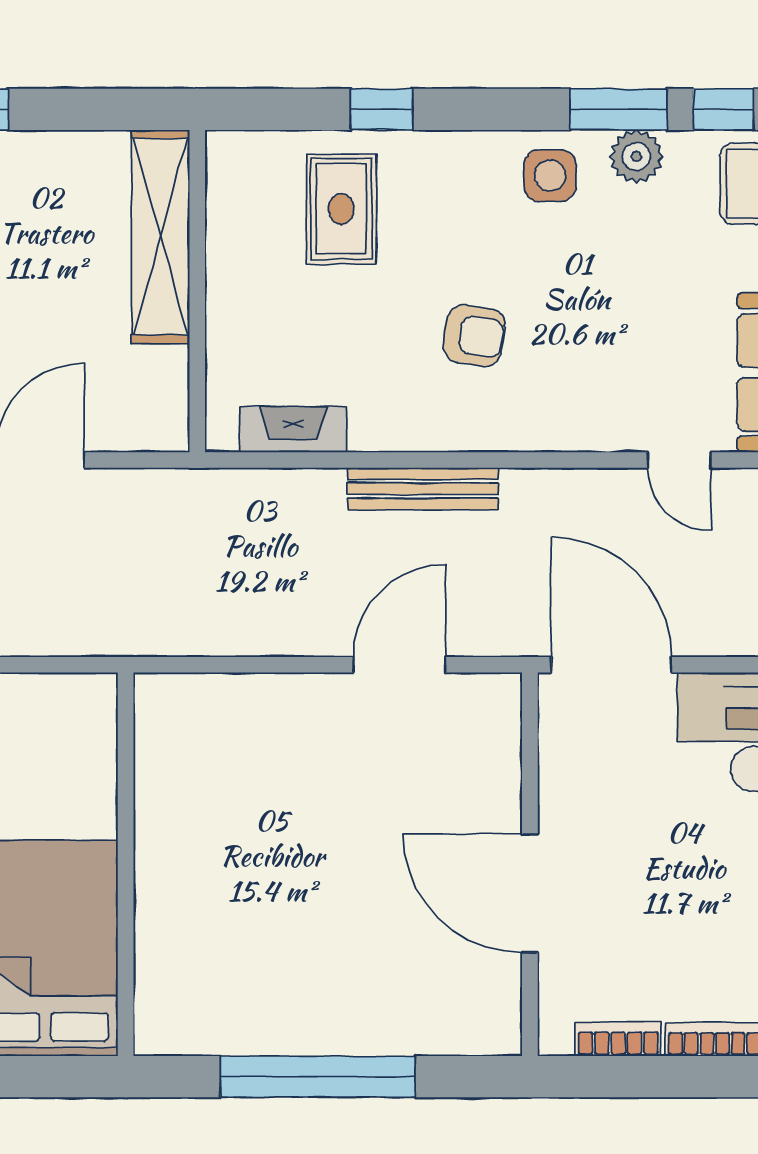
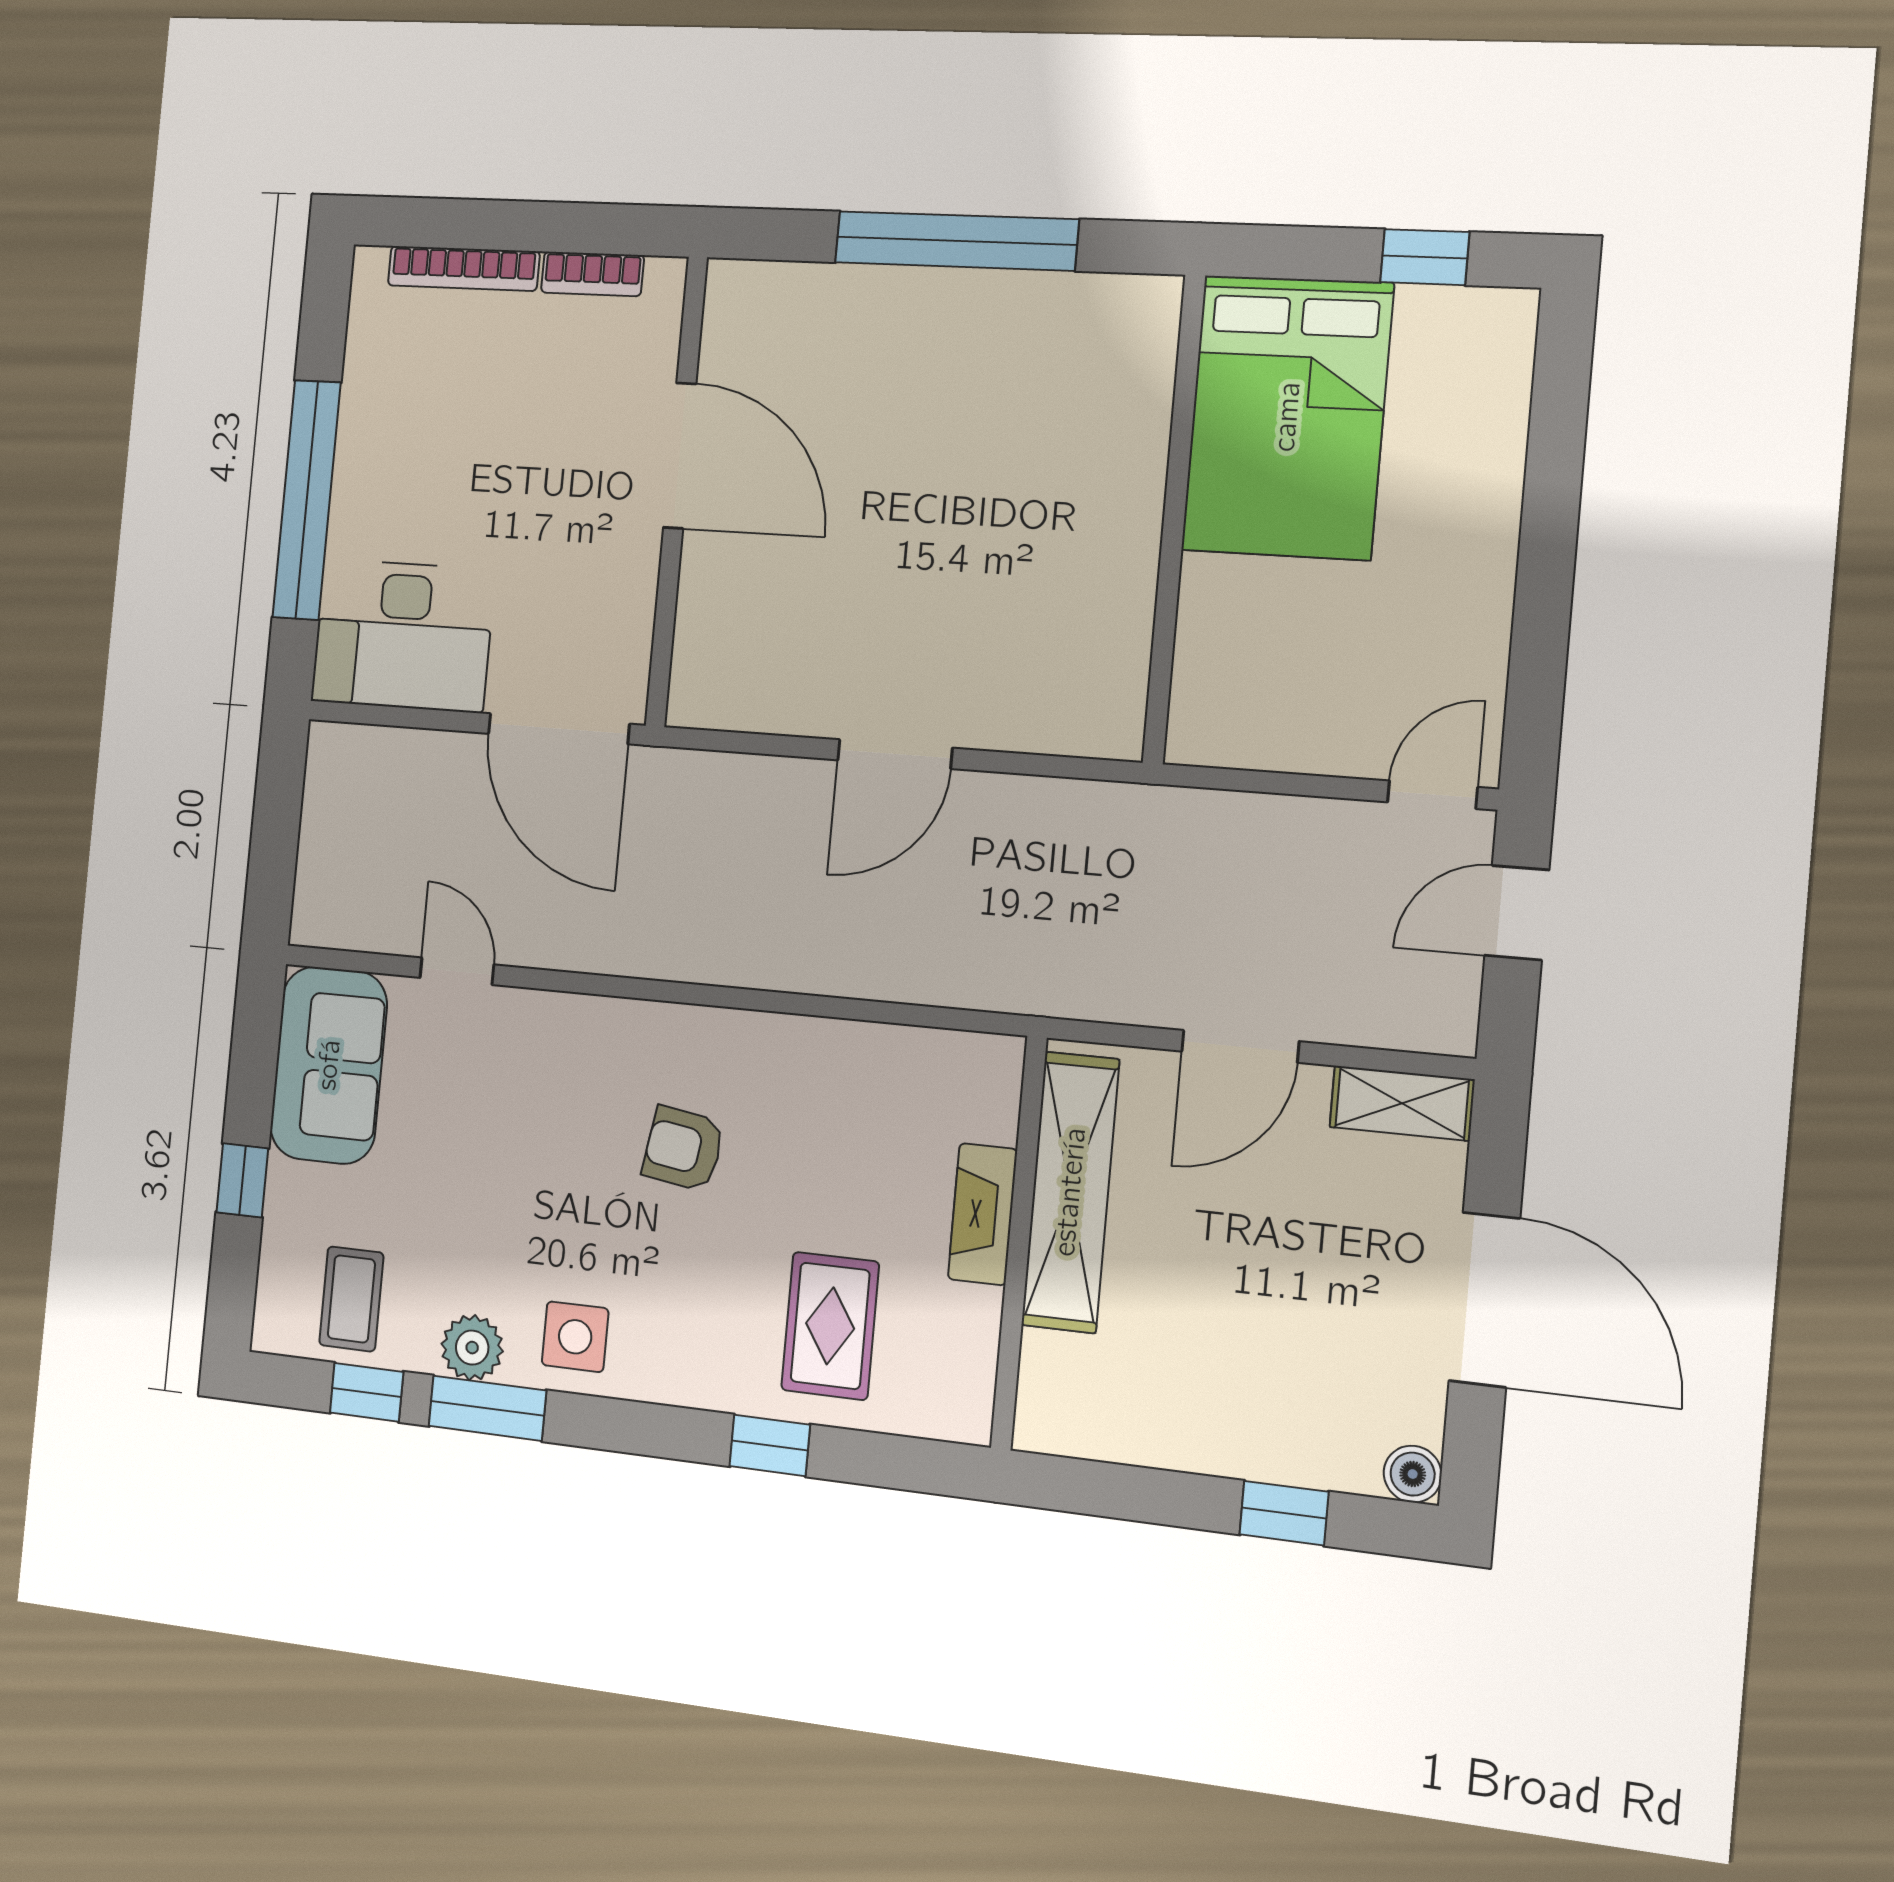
shelving: (160, 237) -> (1070, 1192), moved
fireplace: (293, 429) -> (983, 1214), moved, turned 90
bench: (423, 489) -> (762, 964), removed
door: (399, 665) -> (895, 754), moved

